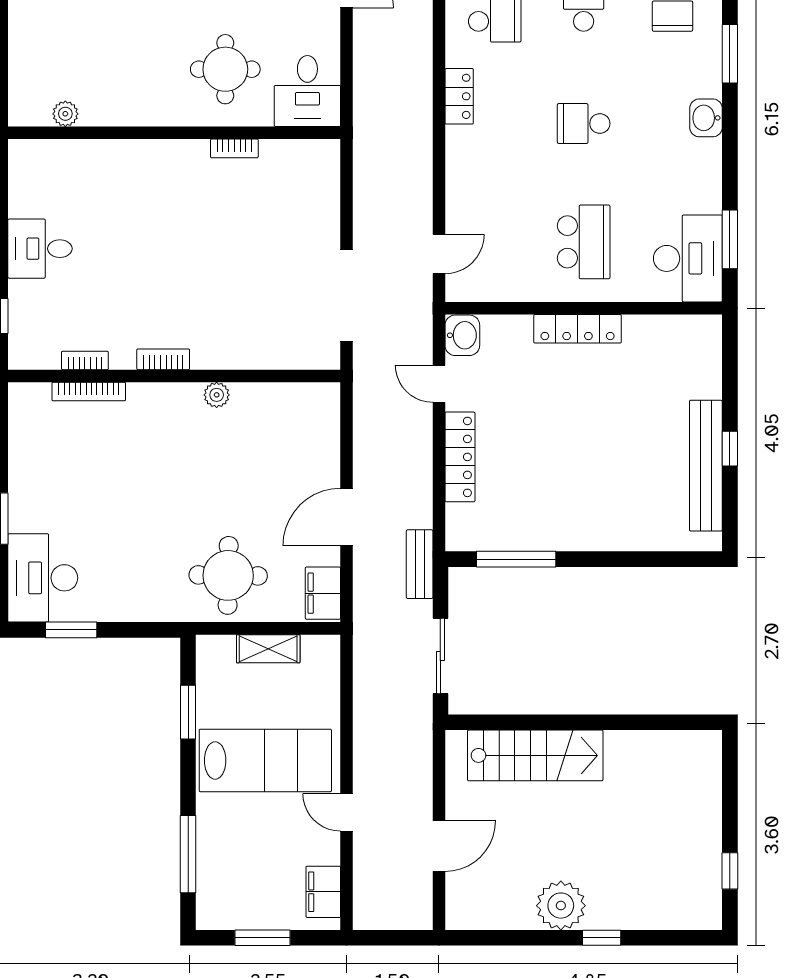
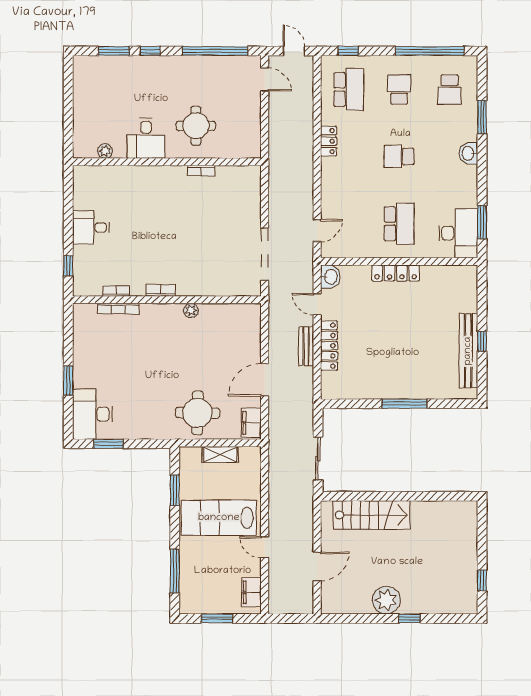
desk: (307, 91) -> (146, 138), moved
window: (516, 559) -> (404, 404), moved
bench: (420, 564) -> (306, 346), moved
lab bench: (265, 760) -> (219, 518), turned 180

